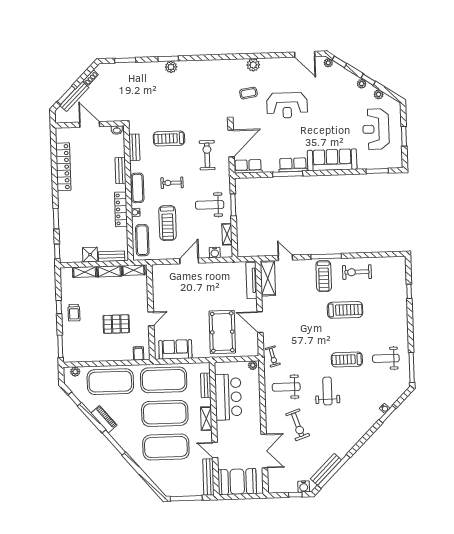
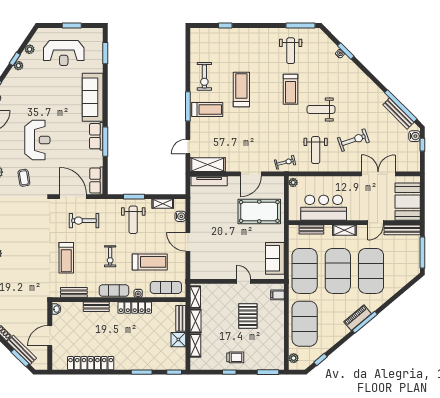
piano: (104, 419) -> (358, 318), moved

